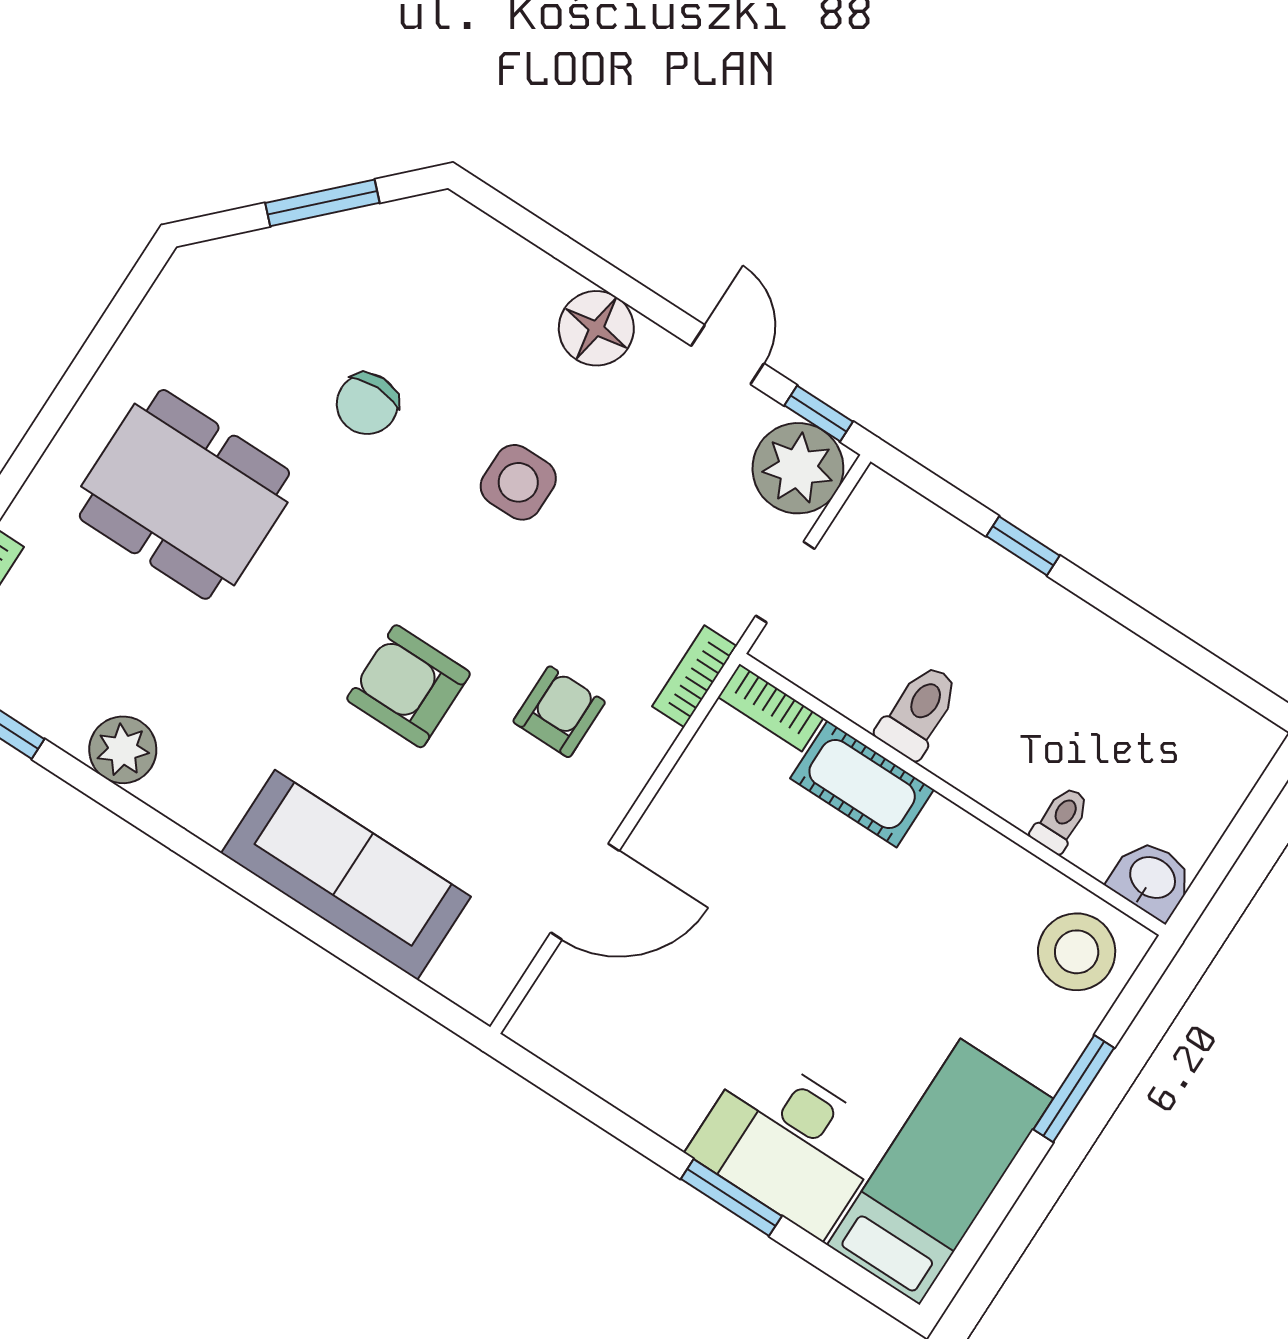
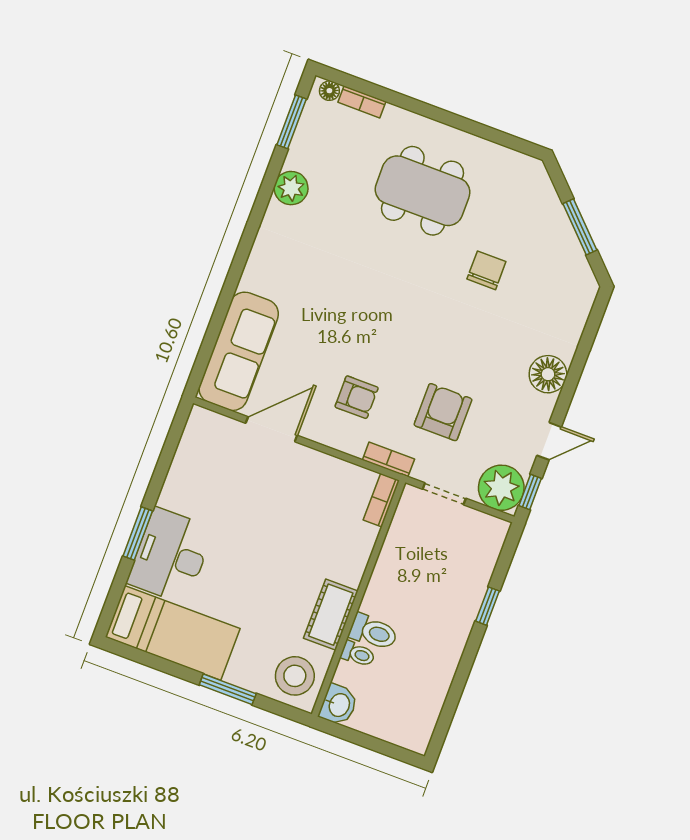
chair: (367, 404) -> (486, 270), turned 90
side table: (518, 482) -> (464, 353), removed
dining table: (184, 494) -> (423, 191), turned 90
armchair: (409, 686) -> (443, 412), moved
toilet: (919, 711) -> (373, 632), moved
cot: (862, 784) -> (331, 615), moved
sofa: (346, 875) -> (239, 351), moved
door: (585, 892) -> (271, 429), swing flipped

